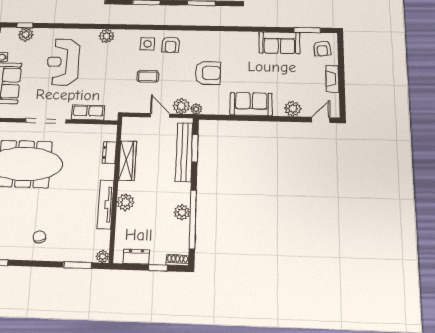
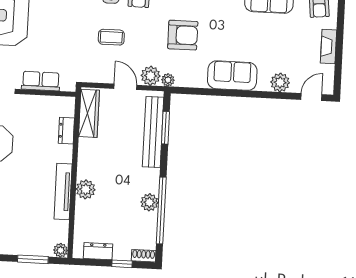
wardrobe: (127, 161) -> (89, 113), moved

